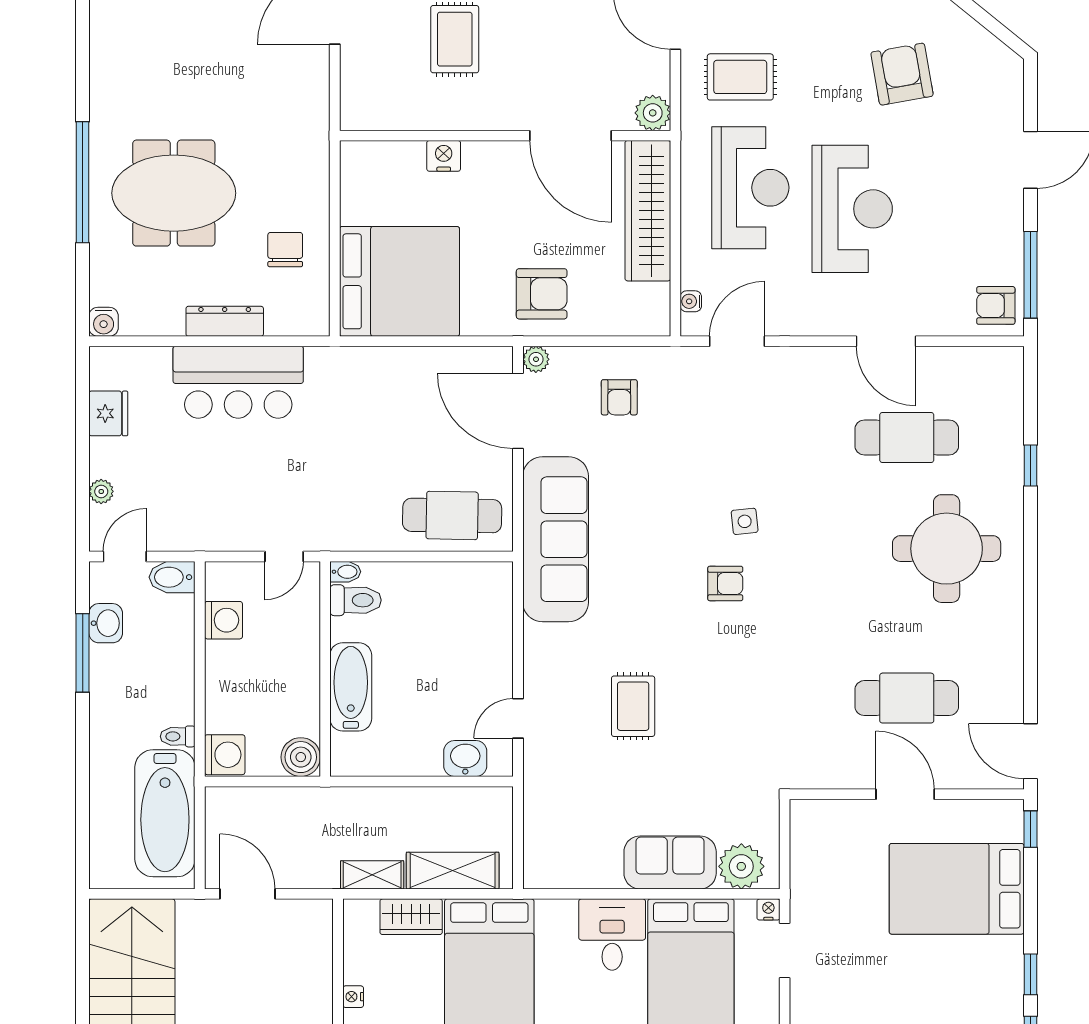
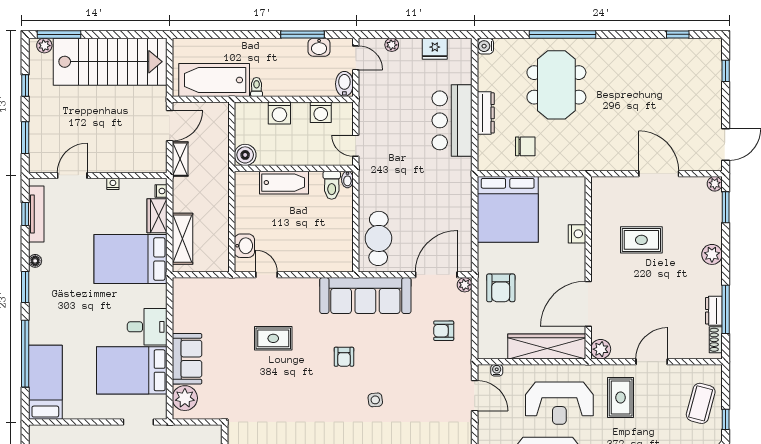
armchair: (725, 583) -> (344, 357), moved
washing machine: (225, 755) -> (279, 113), moved
shelving: (372, 875) -> (180, 159), moved
nightstand: (768, 909) -> (161, 191), moved

